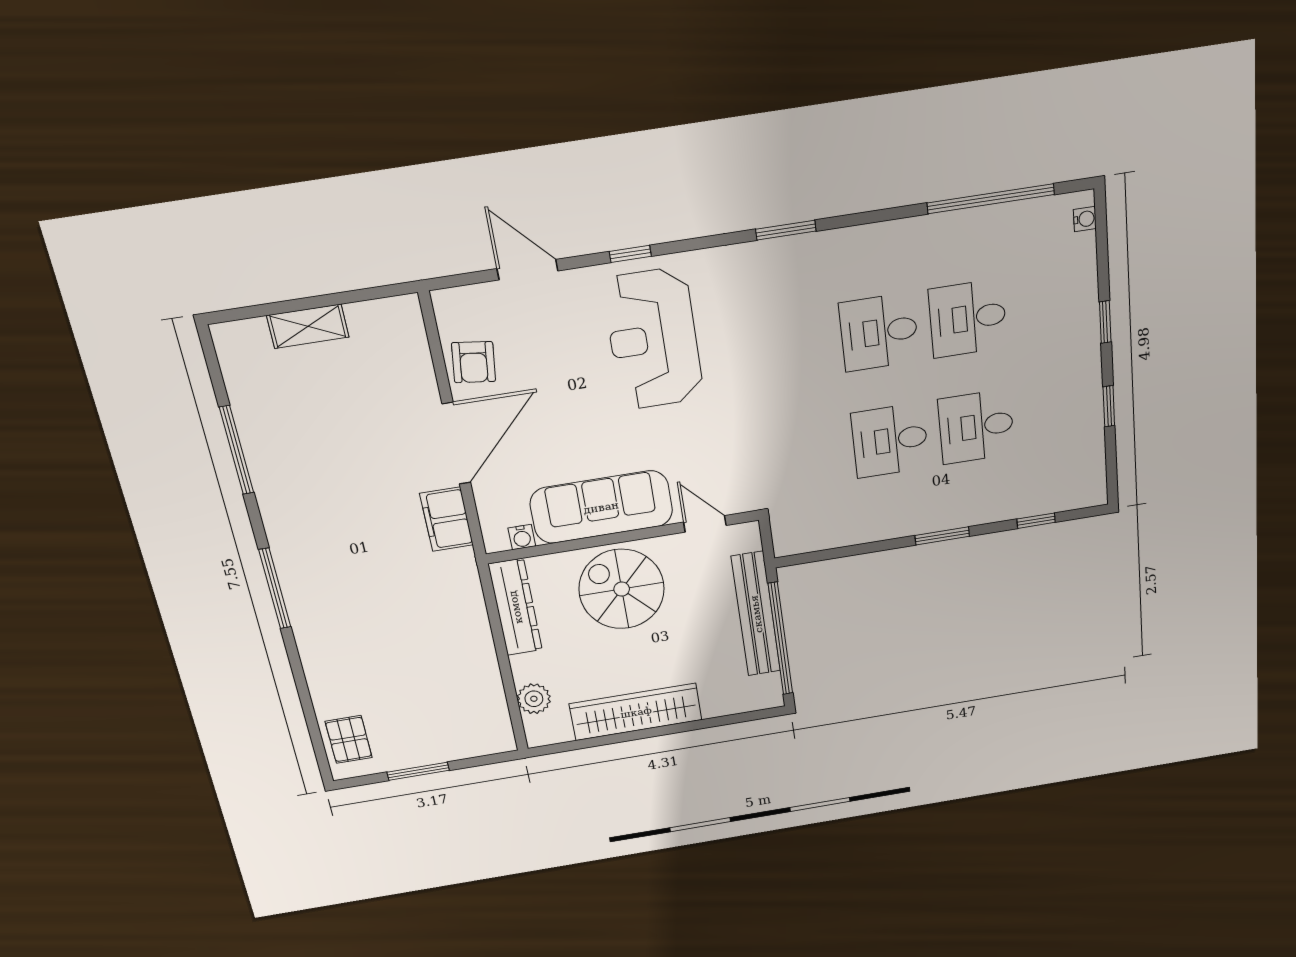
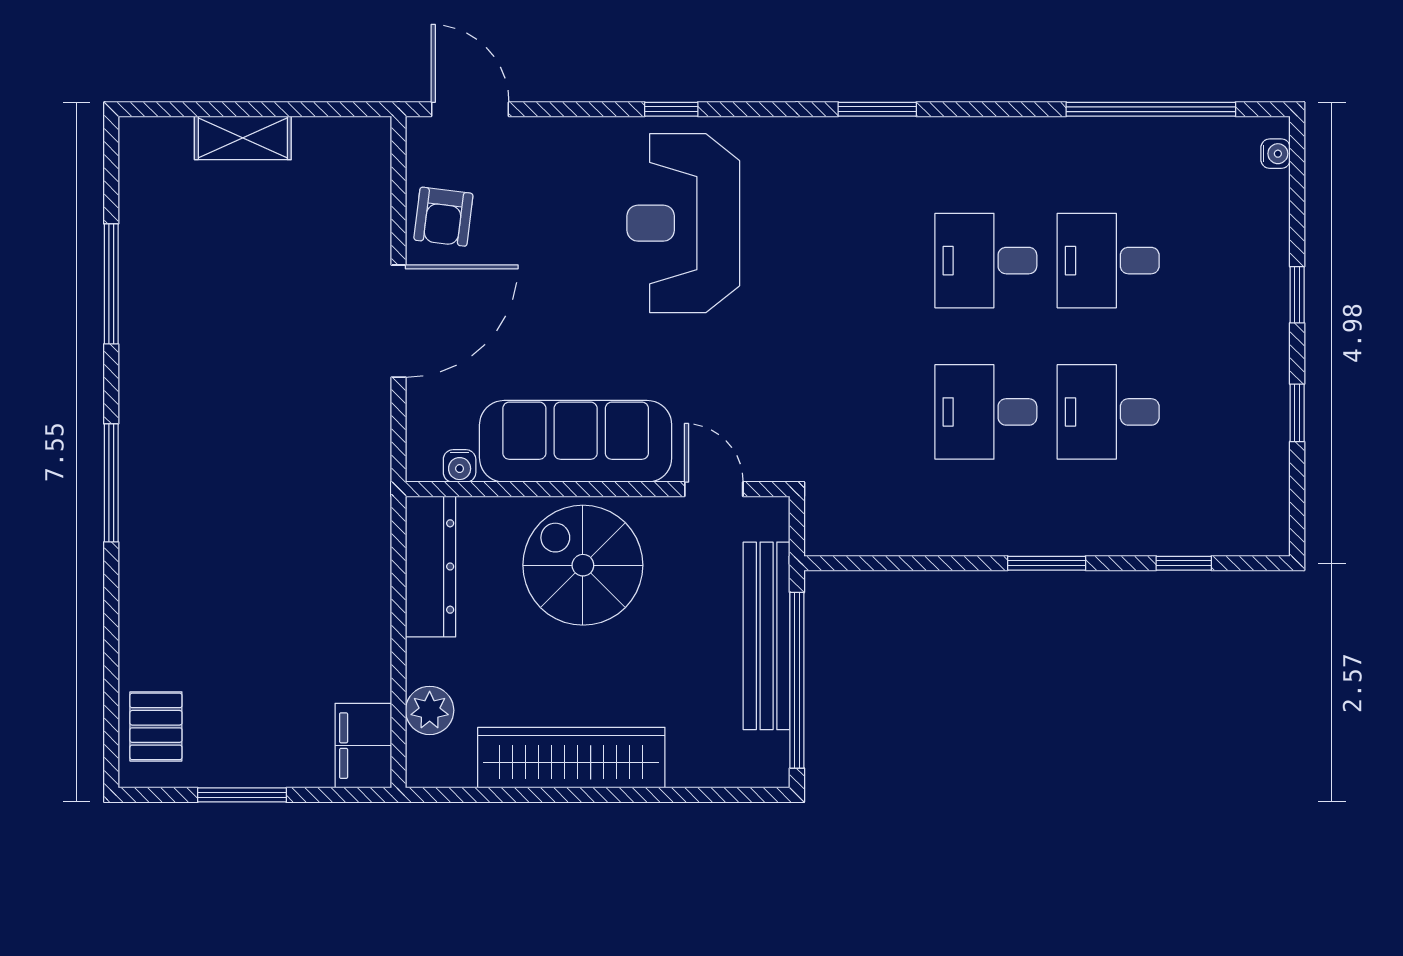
door: (528, 270) -> (470, 109), moved
filing cabinet: (447, 519) -> (363, 746), moved

